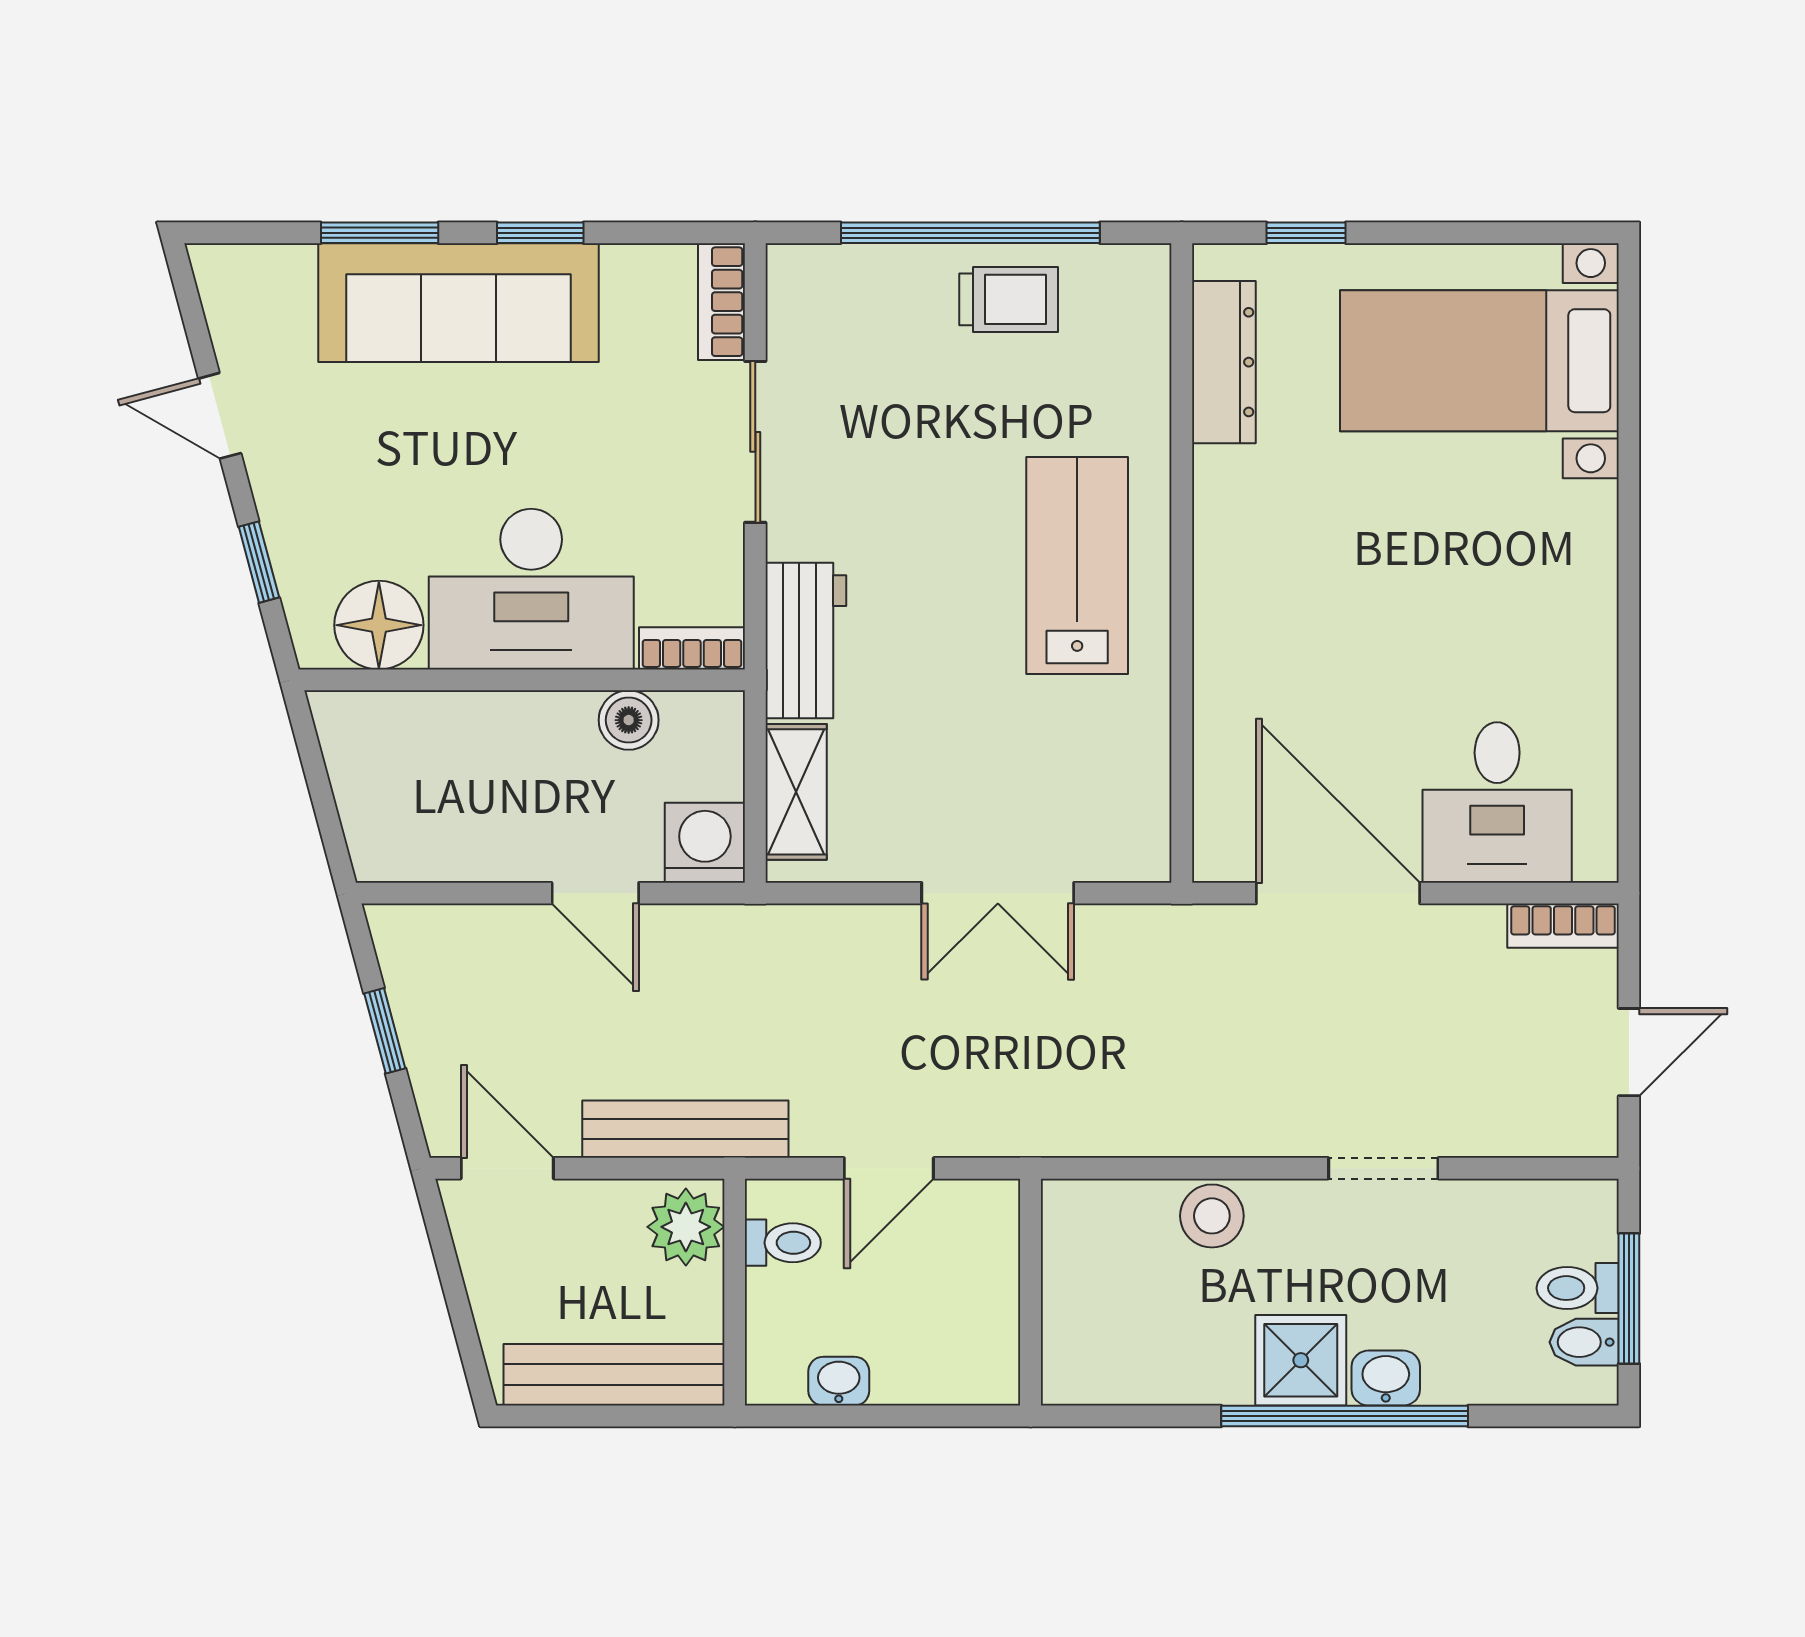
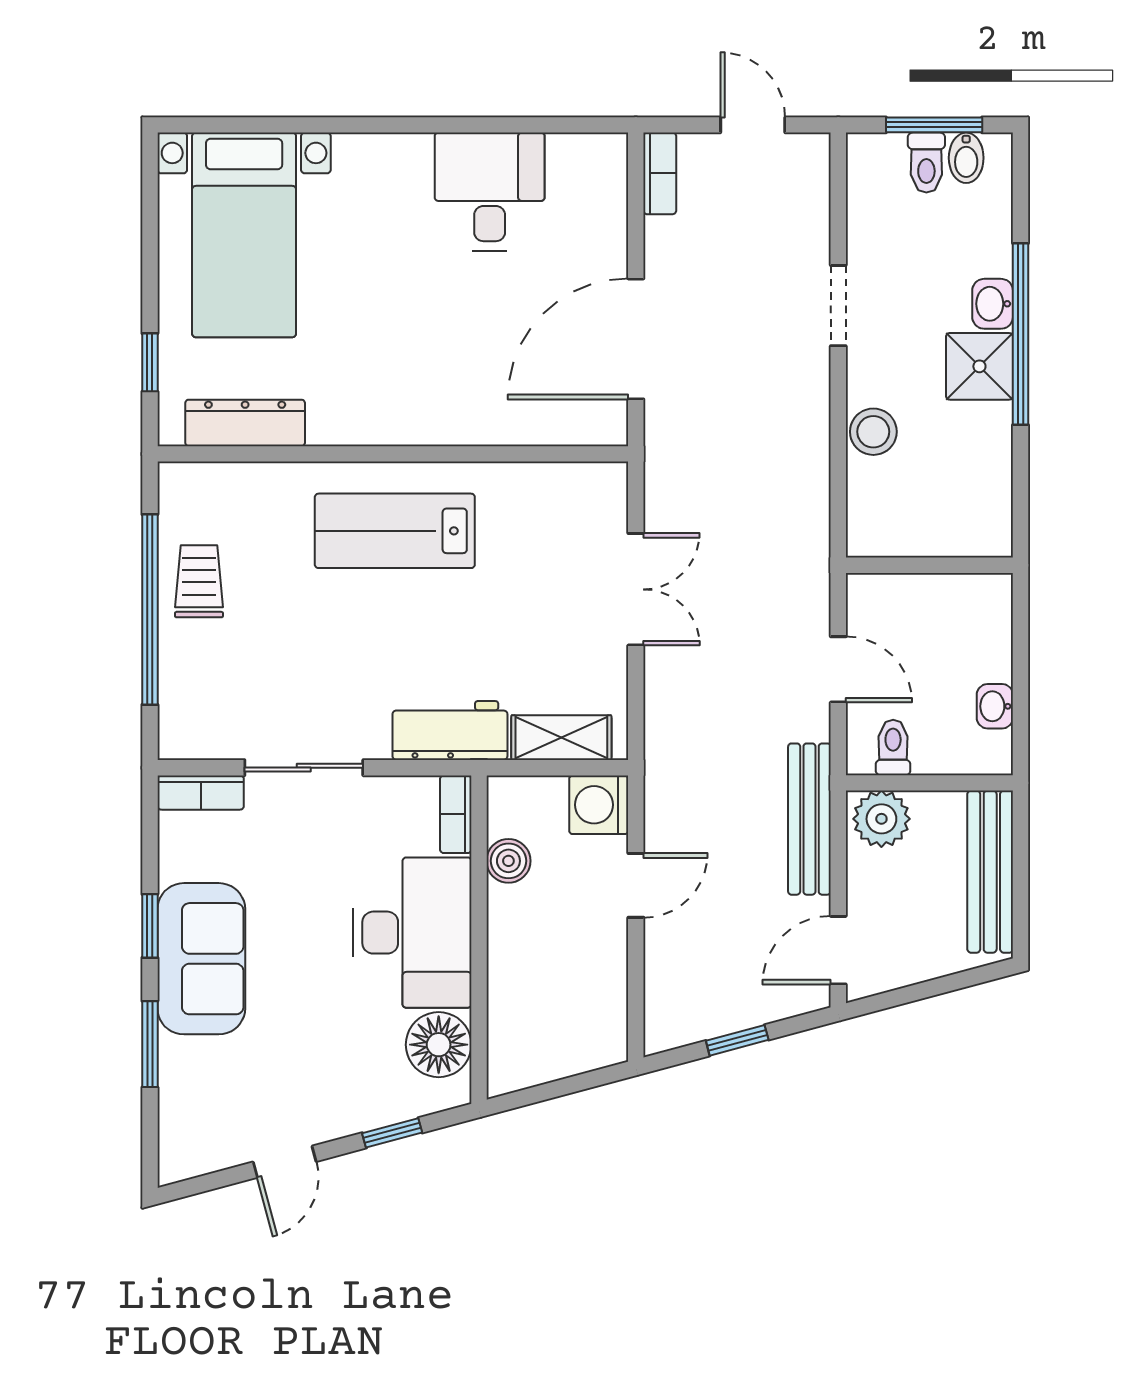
sofa: (459, 303) -> (201, 959), width x0.73
desk: (1497, 802) -> (490, 192), moved, turned -90

